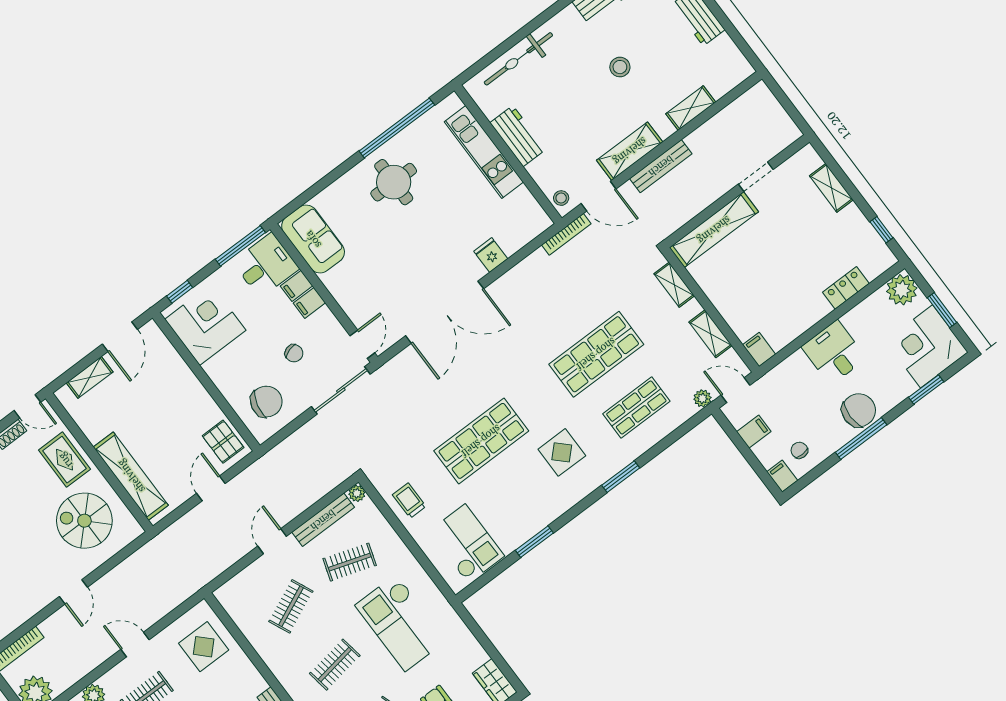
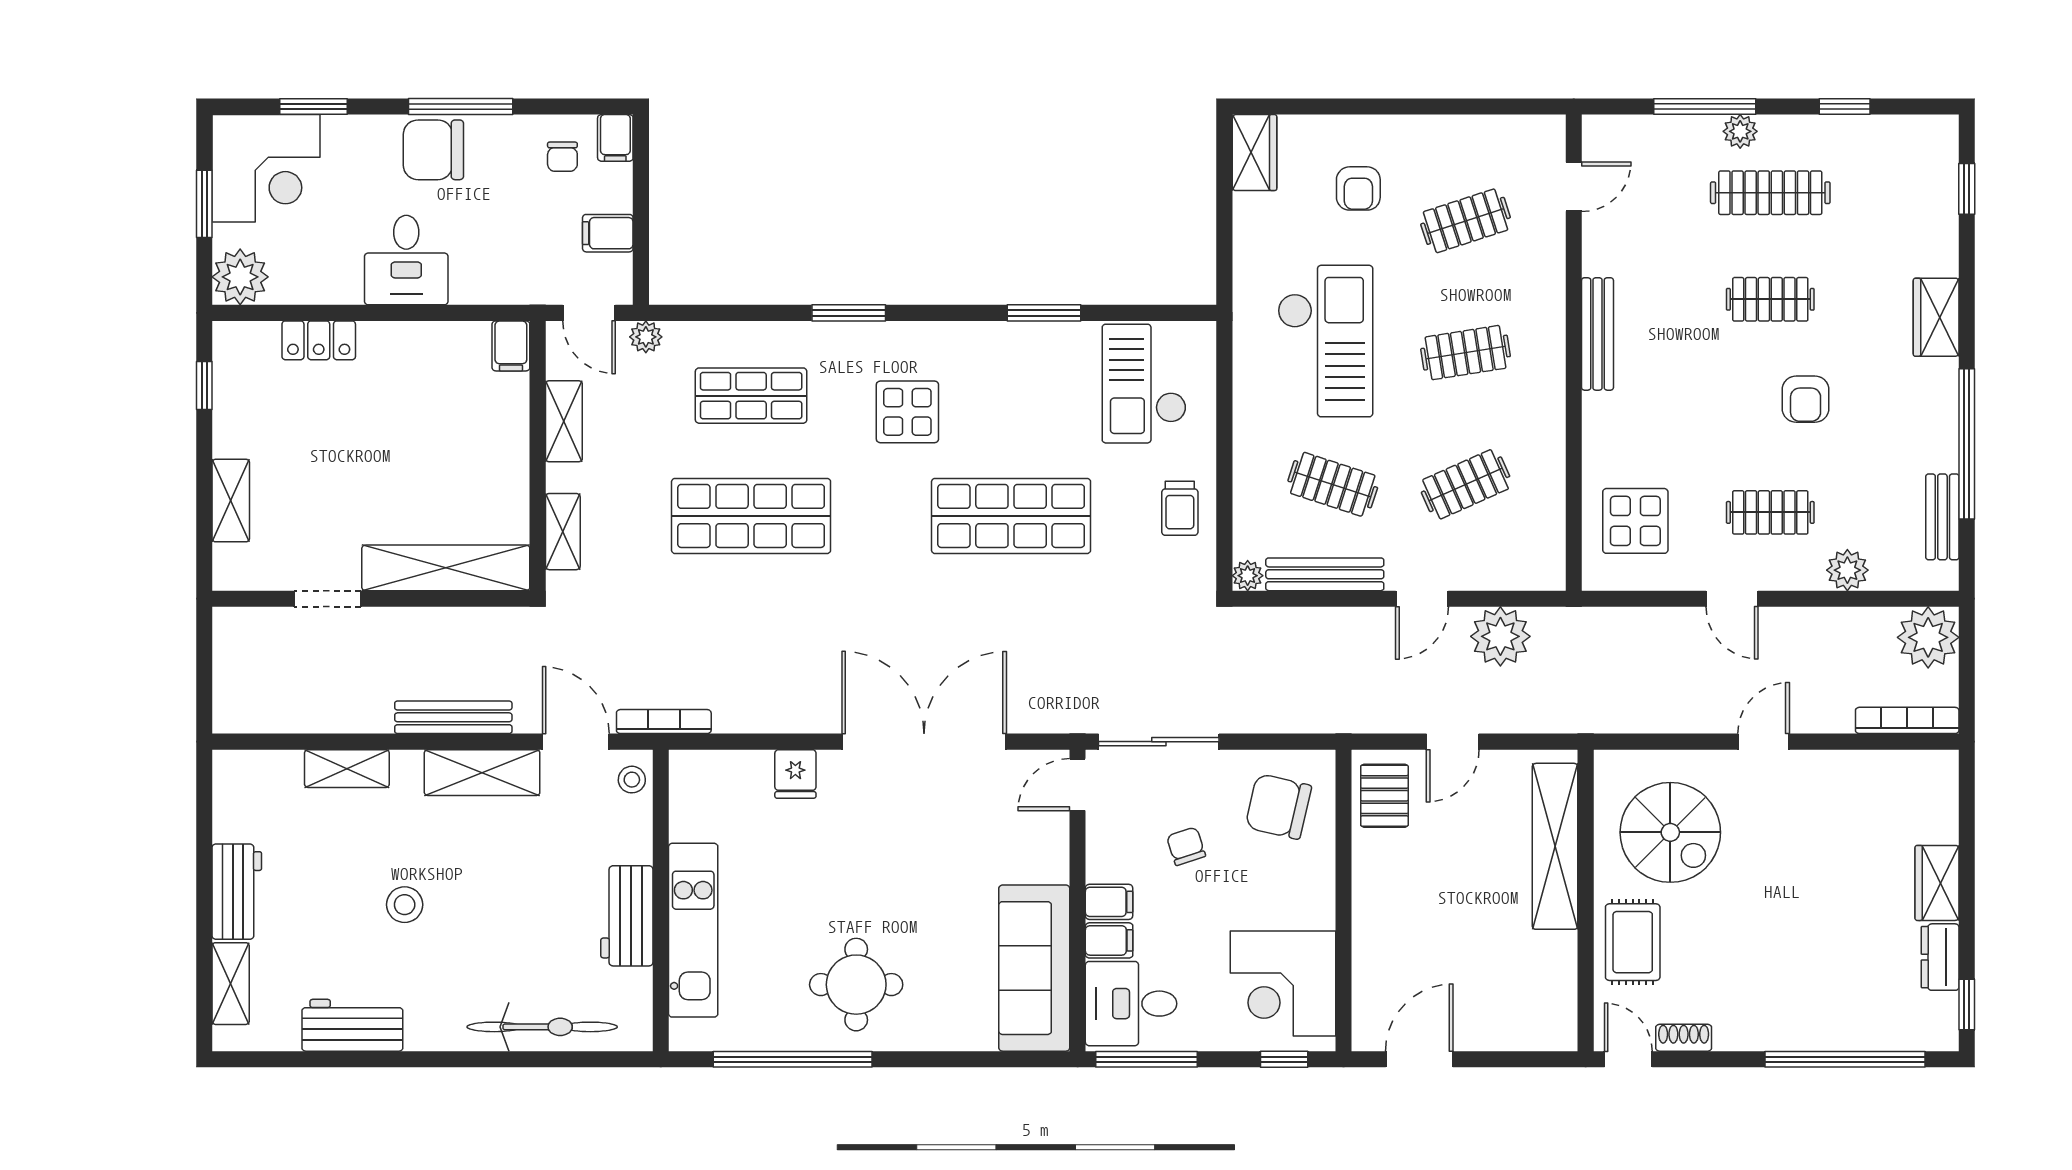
sofa: (313, 239) -> (1034, 968), width x1.36
shelving: (90, 377) -> (1507, 1033), removed
plant: (225, 551) -> (1500, 636), added

